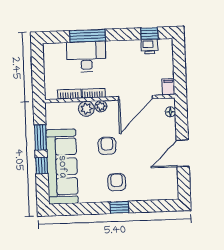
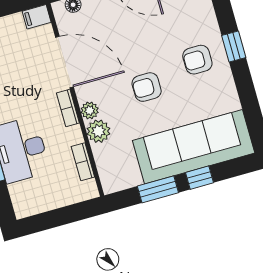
bookcase: (94, 93) -> (68, 108), moved

